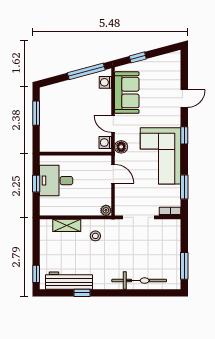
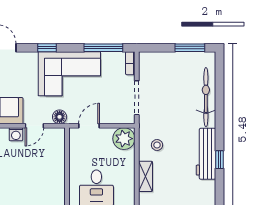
washing machine: (105, 143) -> (16, 134), moved
window: (184, 187) -> (103, 48), width x1.44
plant: (106, 210) -> (124, 139), width x1.87, depth x1.87
workbench: (69, 281) -> (206, 154), moved

